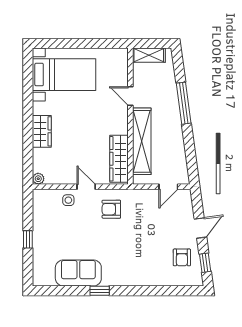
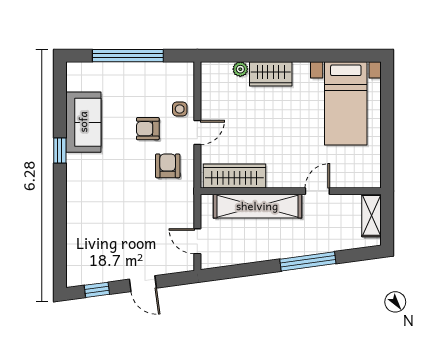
plant: (38, 179) -> (240, 69), moved
window: (28, 239) -> (128, 56), width x3.17
armchair: (182, 257) -> (148, 129), moved

